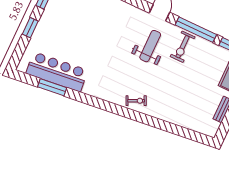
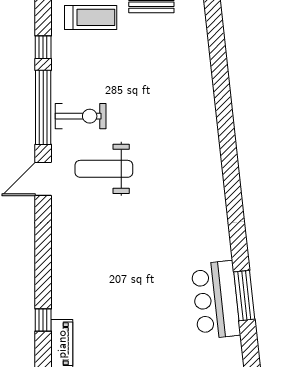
bar counter: (57, 72) -> (216, 300), width x0.73
exercise bike: (136, 101) -> (203, 150), removed

